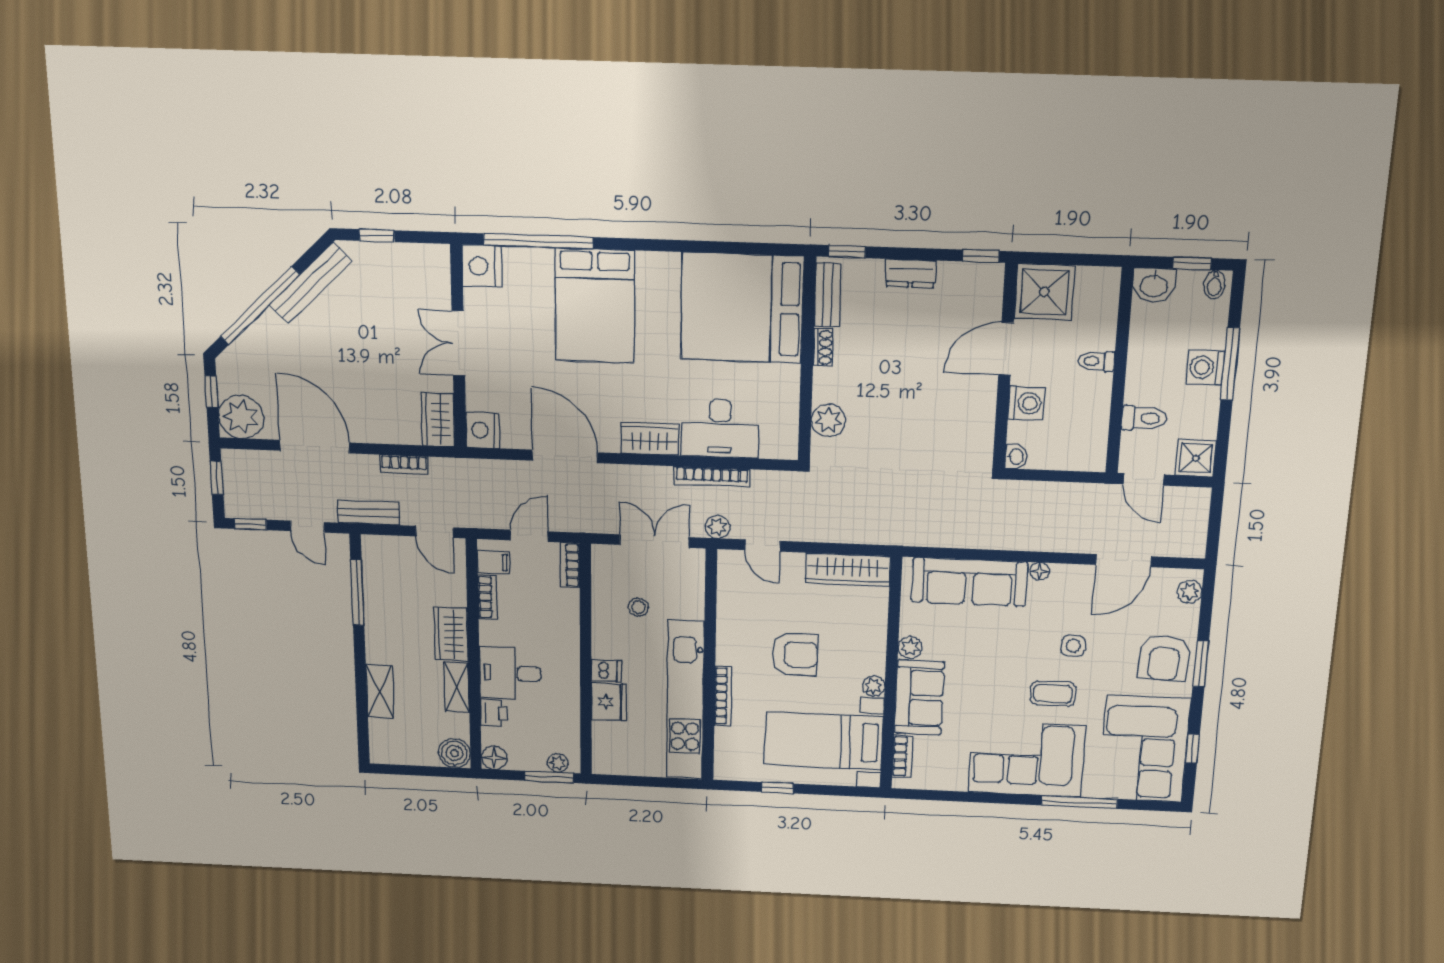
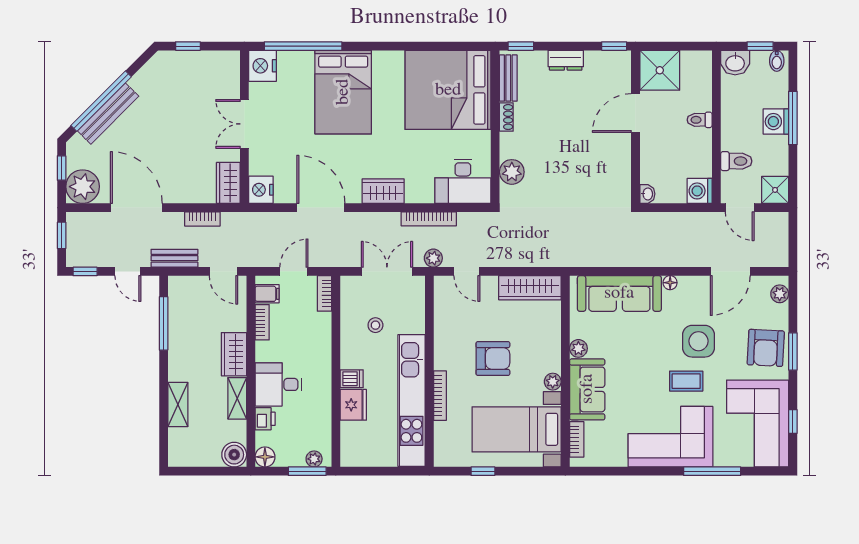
bench: (311, 283) -> (108, 114), moved
washing machine: (1026, 403) -> (700, 191), moved, turned 180
desk: (720, 429) -> (463, 181), moved
side table: (1073, 646) -> (698, 341), width x1.87, depth x1.87

